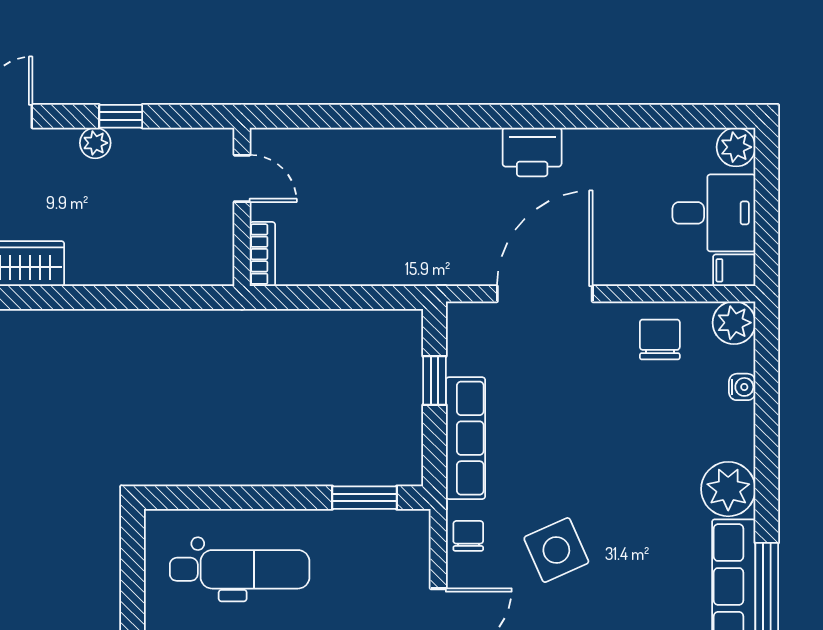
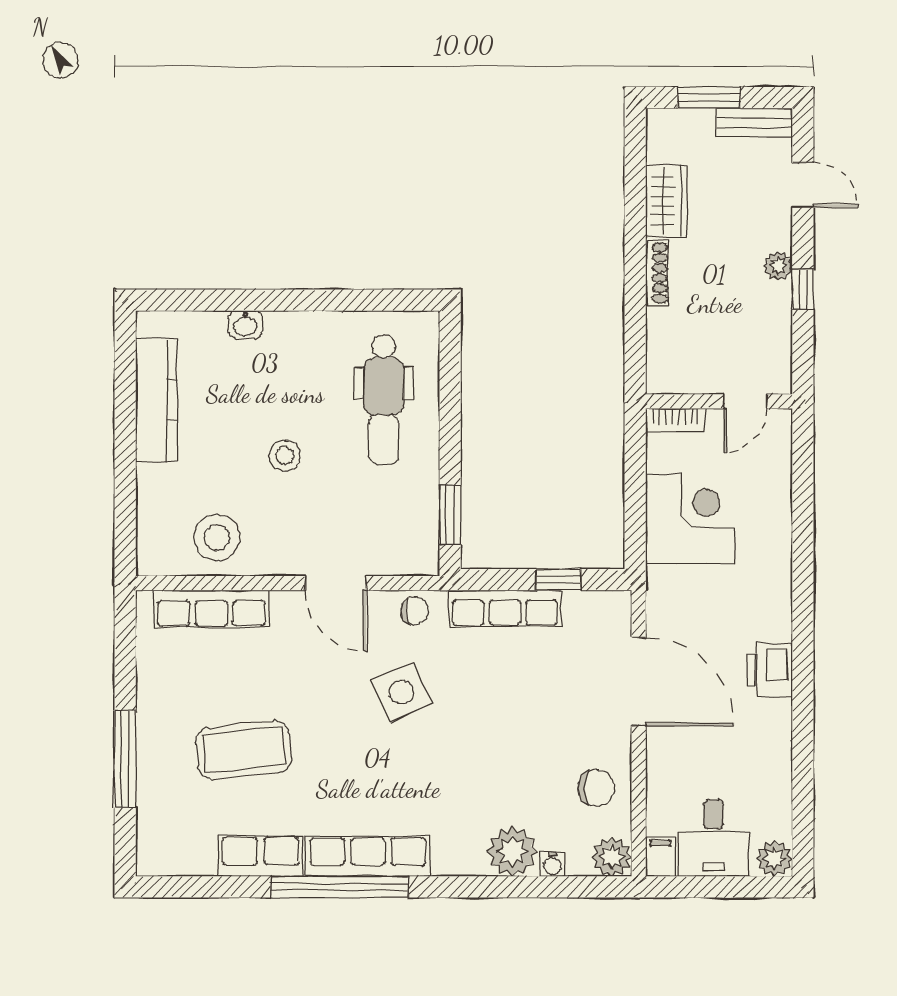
corner desk: (369, 238) -> (690, 519), added
shoe rack: (103, 274) -> (657, 273), added
plant: (728, 489) -> (512, 851), moved

